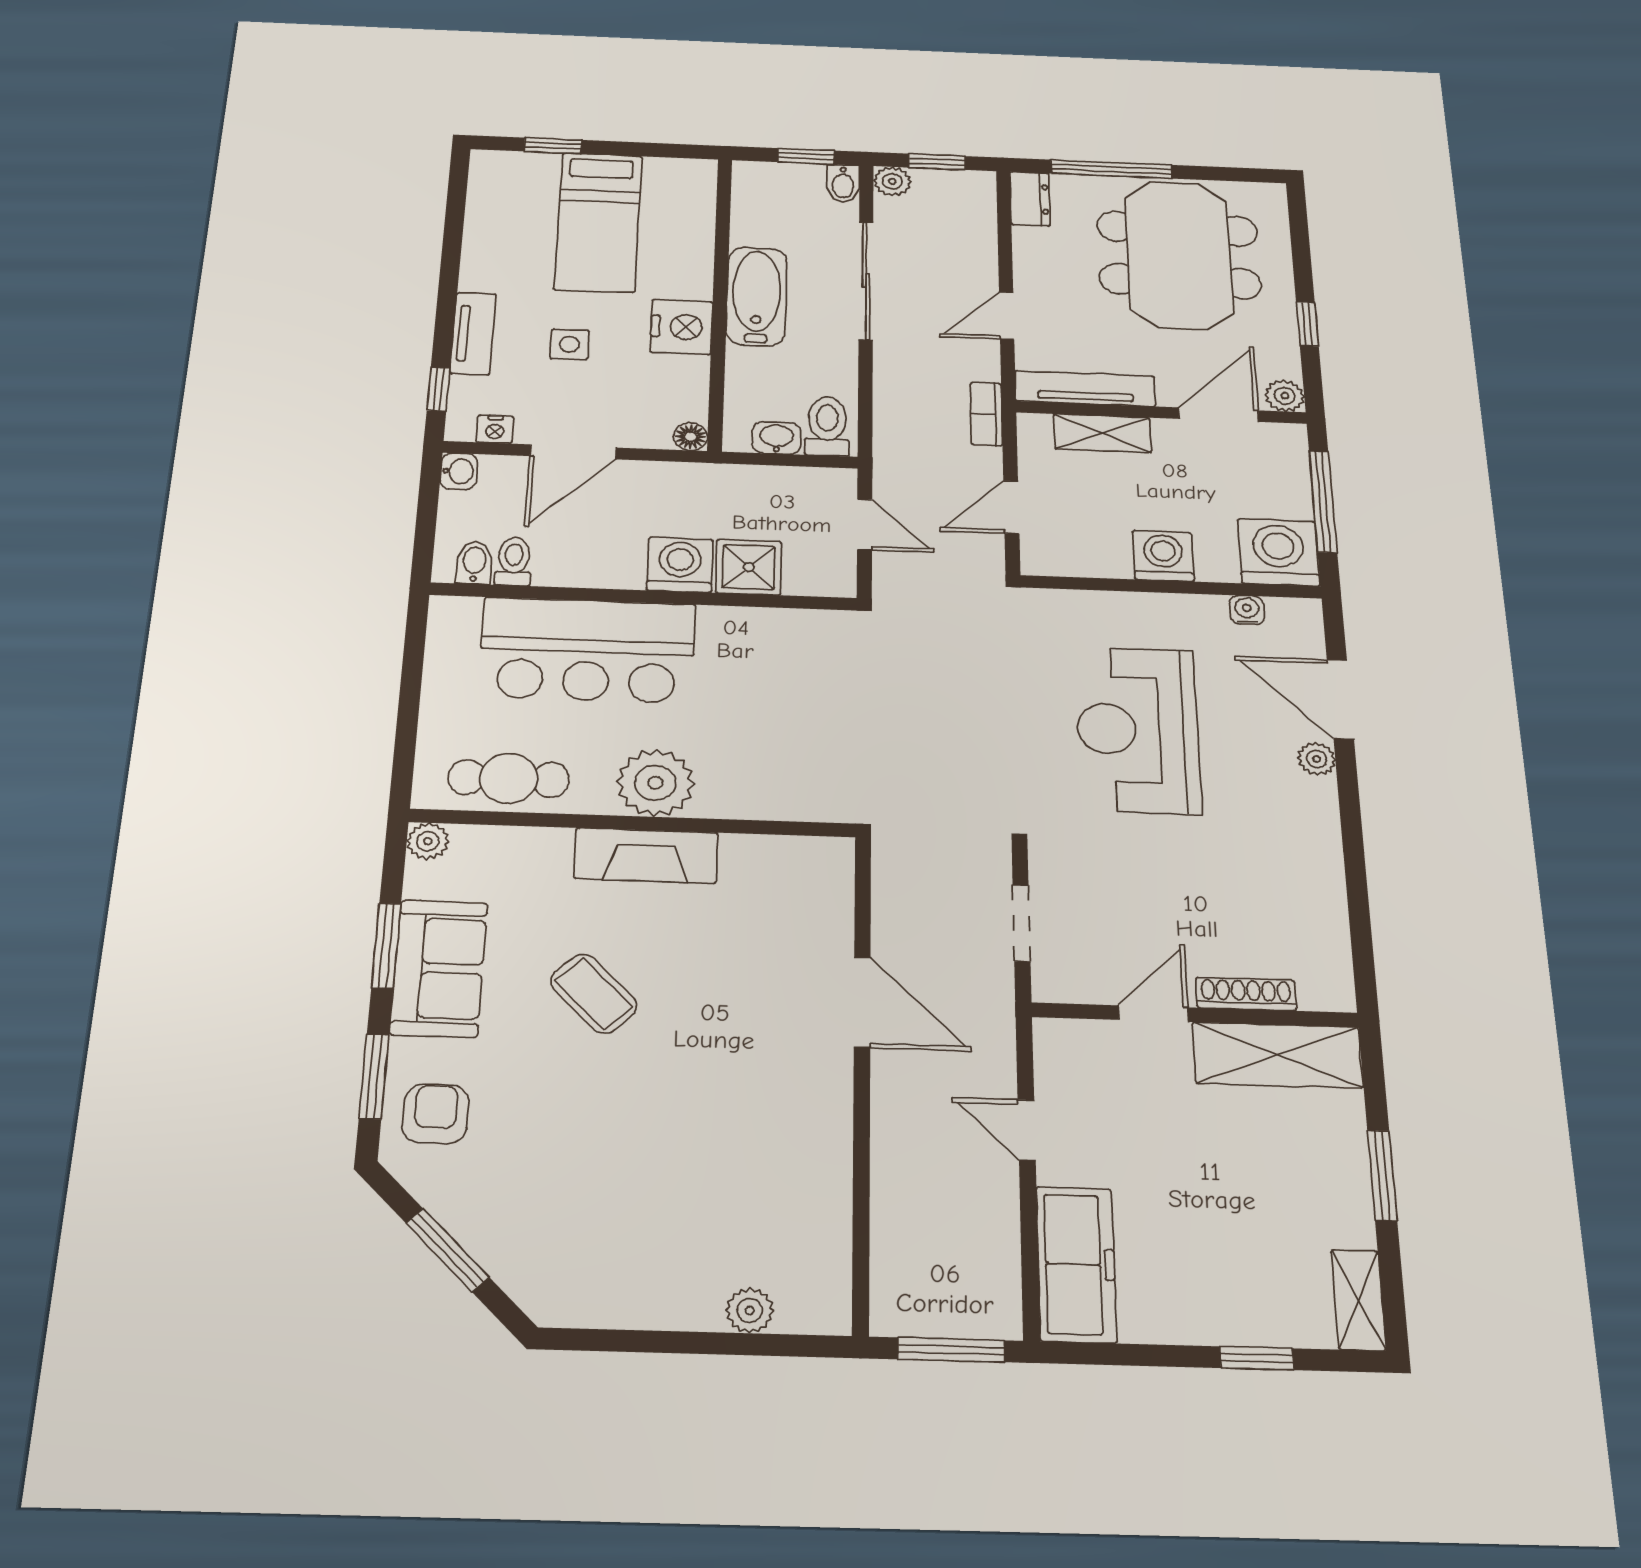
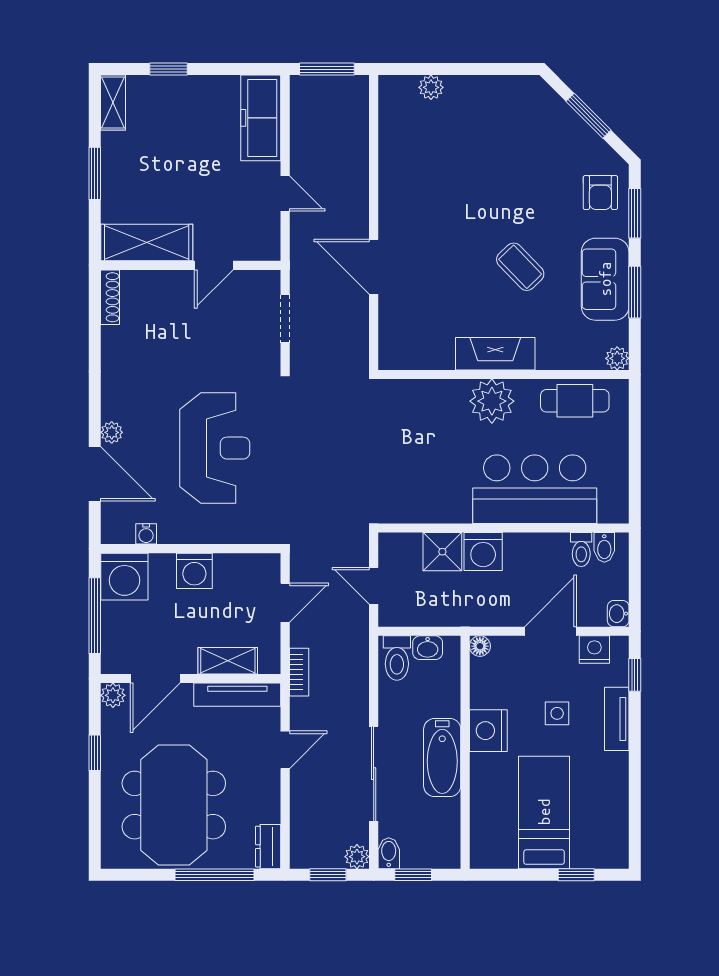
nightstand: (495, 429) -> (594, 650), width x1.39, depth x1.35
shoe rack: (1246, 994) -> (110, 297), moved, turned -90

